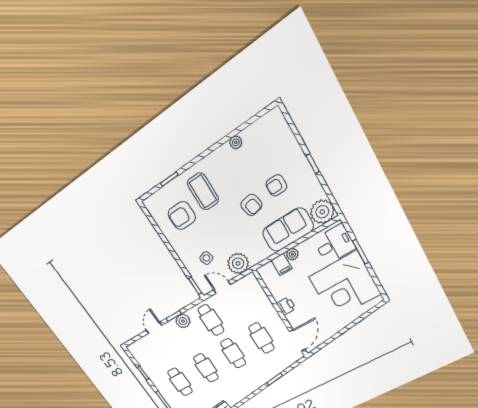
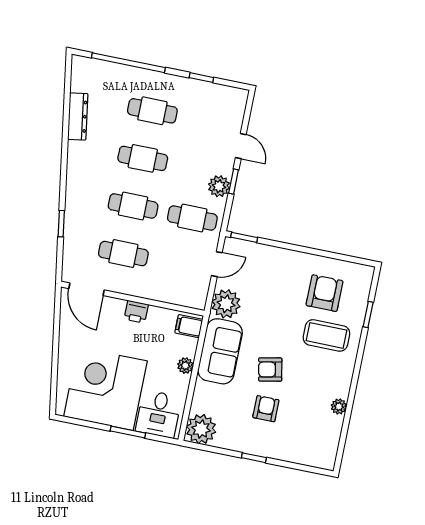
sofa: (288, 230) -> (220, 351), moved
side table: (206, 258) -> (261, 277), removed
filing cabinet: (282, 264) -> (189, 326), moved

